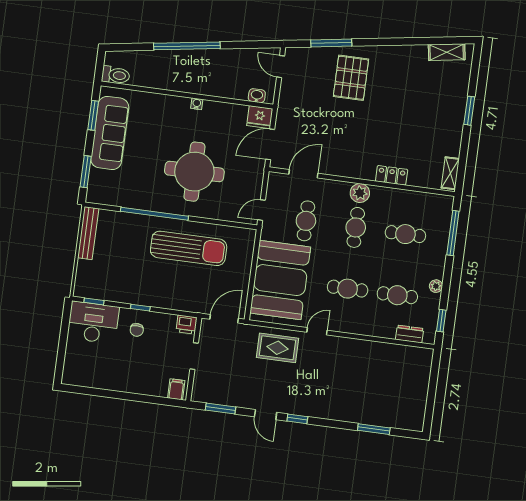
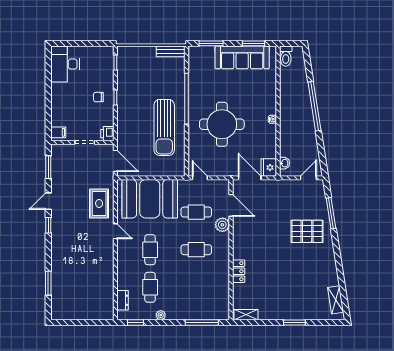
plant: (360, 193) -> (222, 225), moved
bench: (88, 233) -> (171, 51), width x0.73
cafe table: (405, 234) -> (196, 287), removed
desk: (93, 322) -> (65, 64), moved, turned 180

